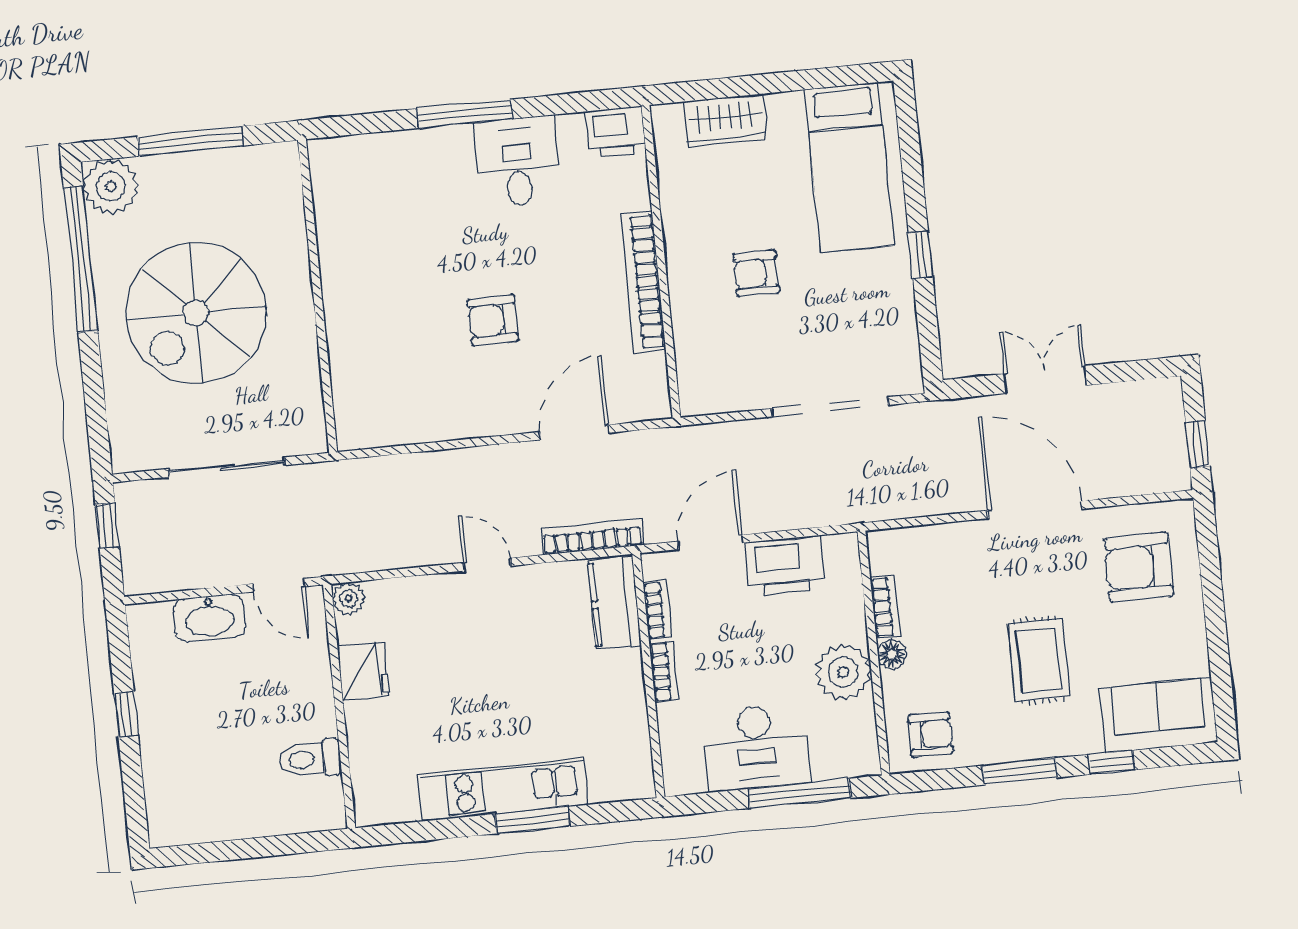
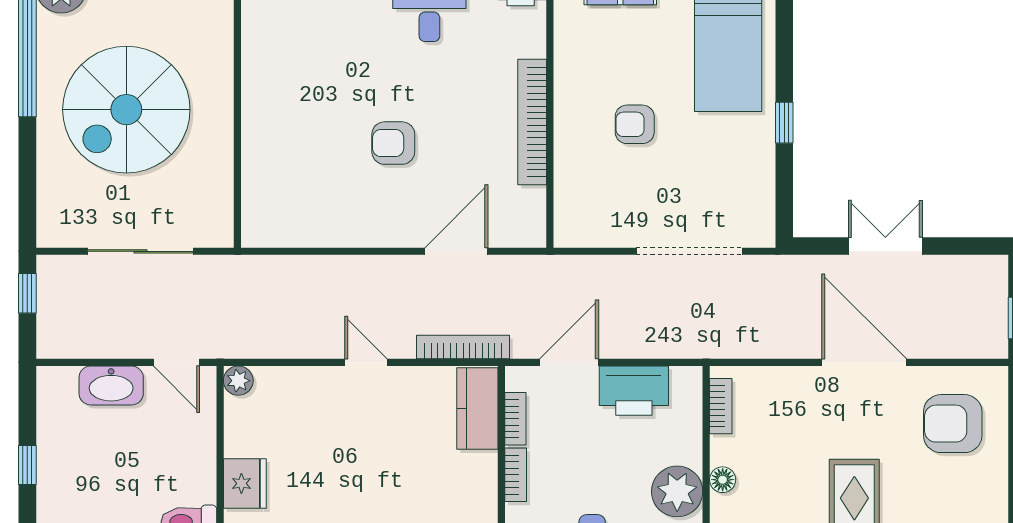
bookcase: (885, 607) -> (721, 406), moved
fridge: (363, 671) -> (245, 483), moved

